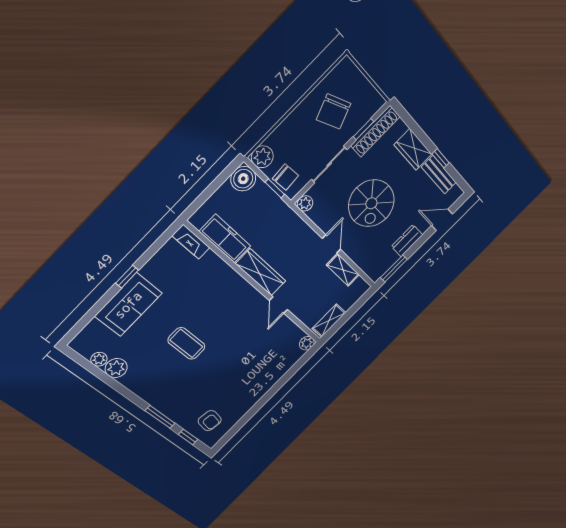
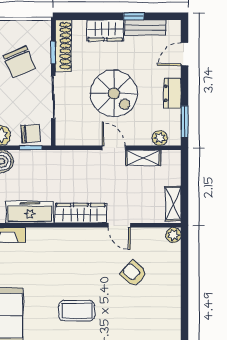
plant: (305, 203) -> (160, 138), moved
armchair: (253, 348) -> (133, 273), added

